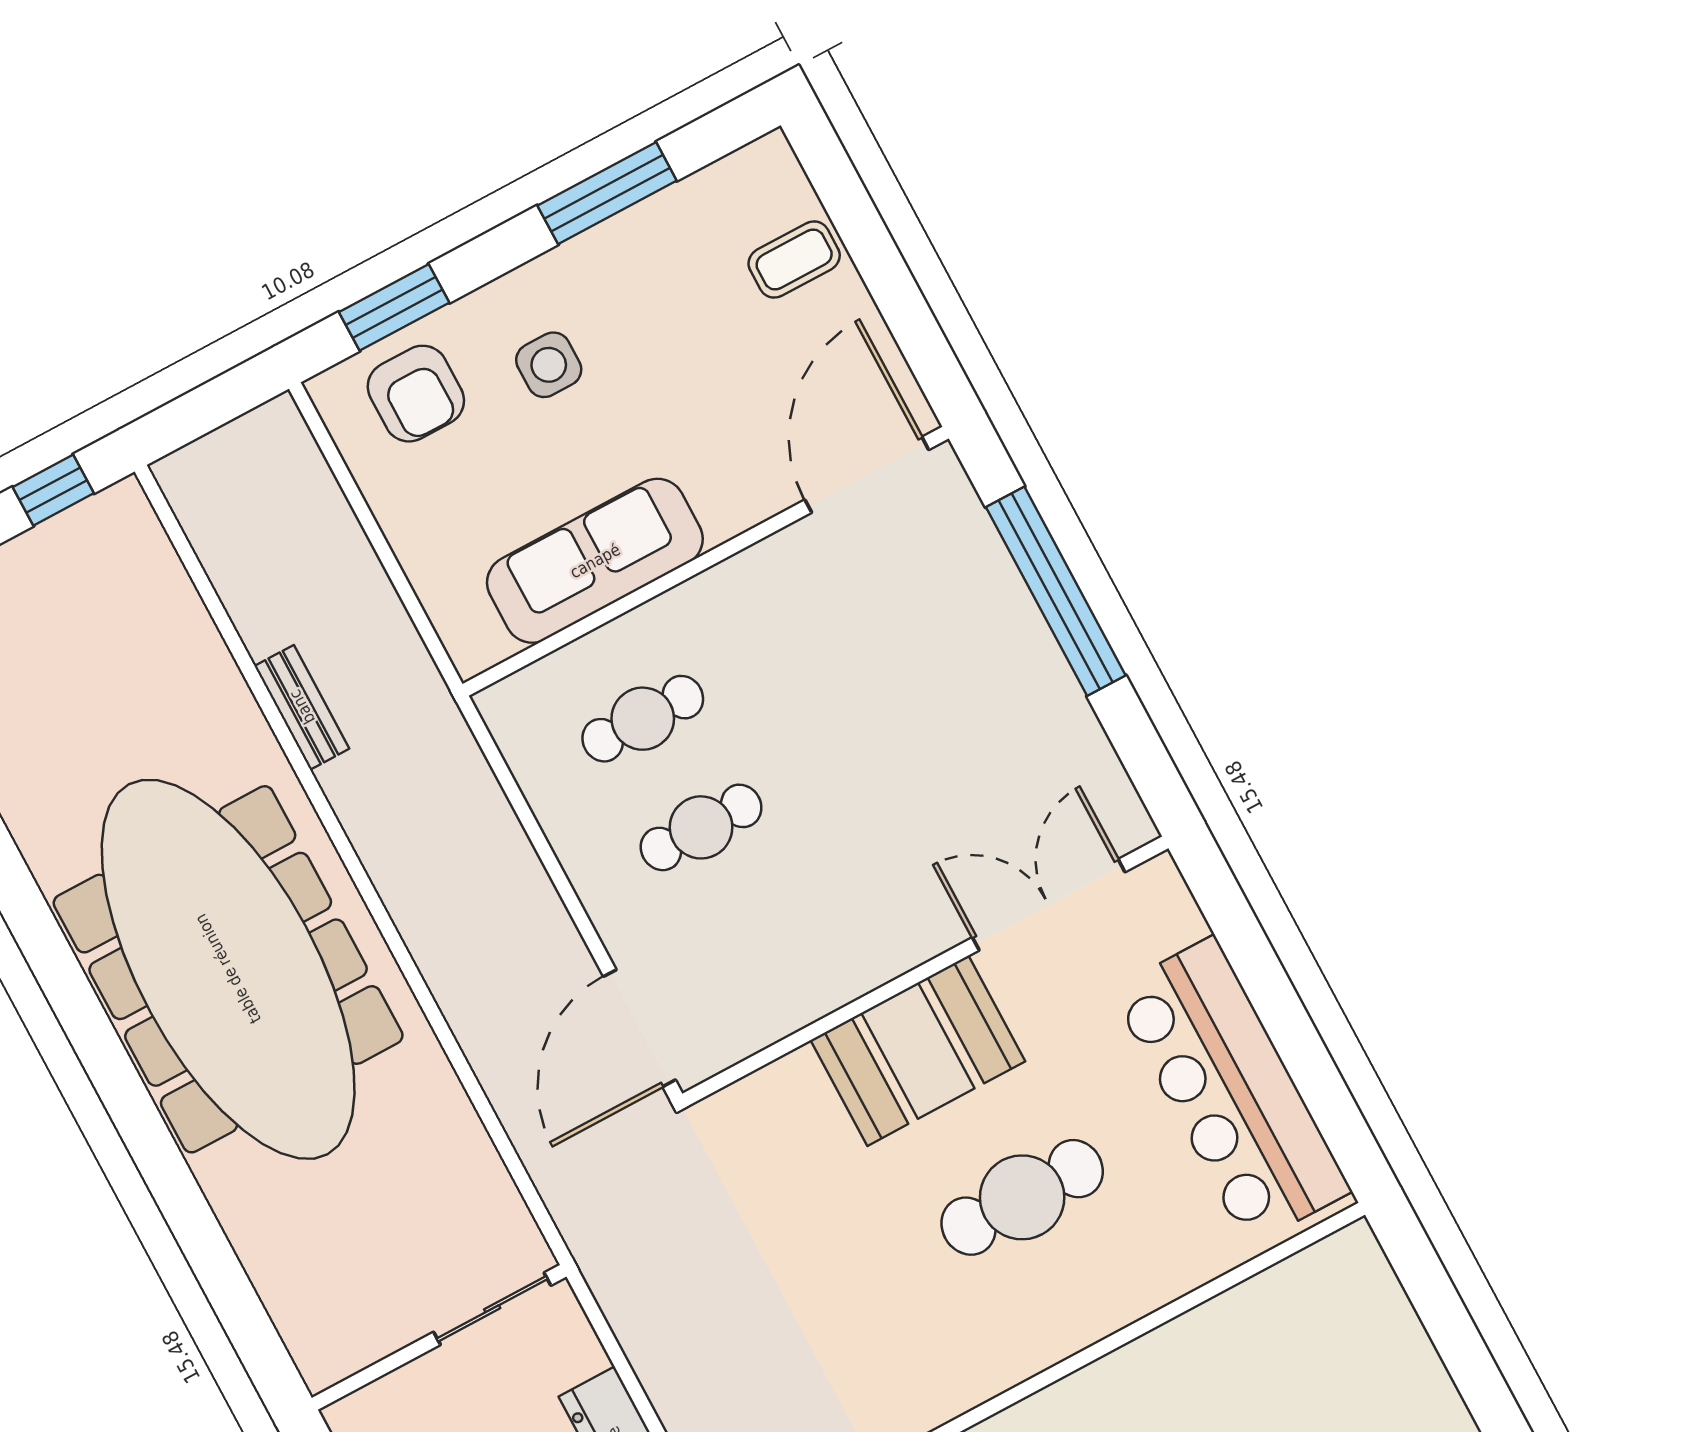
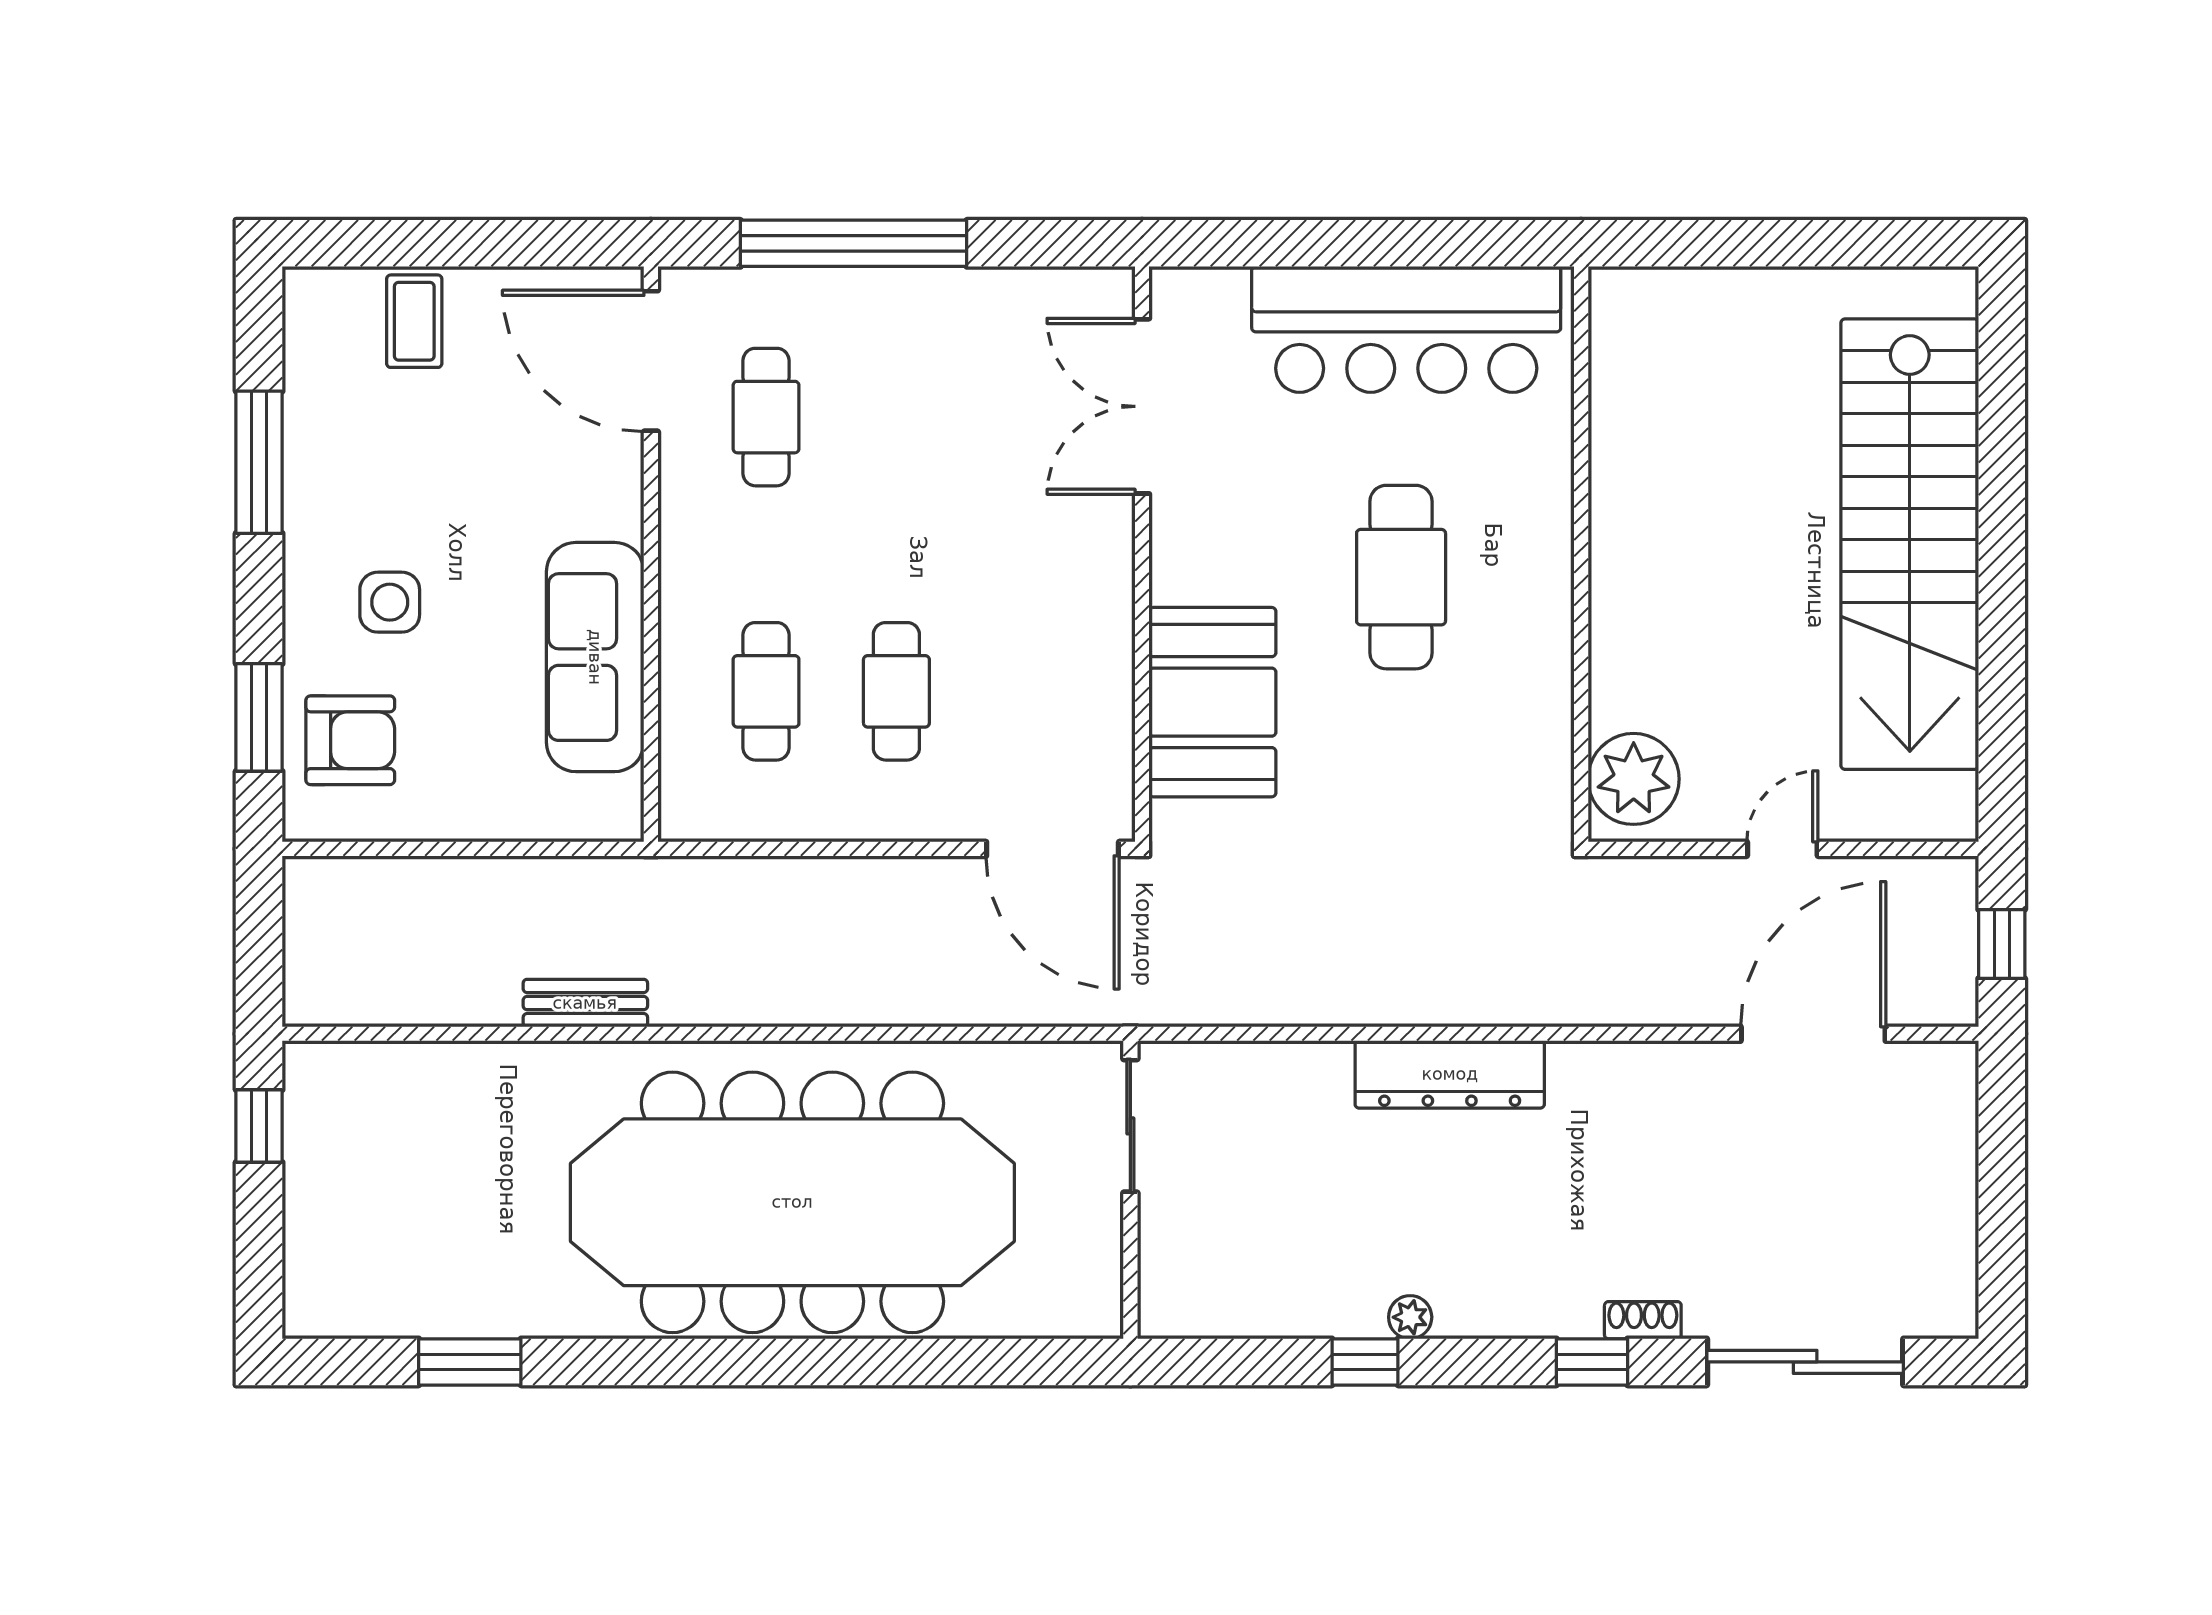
cafe table: (872, 596) -> (766, 417), added
booth: (918, 1051) -> (1212, 702), moved
sliding door: (492, 1309) -> (1130, 1126), moved
wall: (439, 1337) -> (1130, 1190), moved

